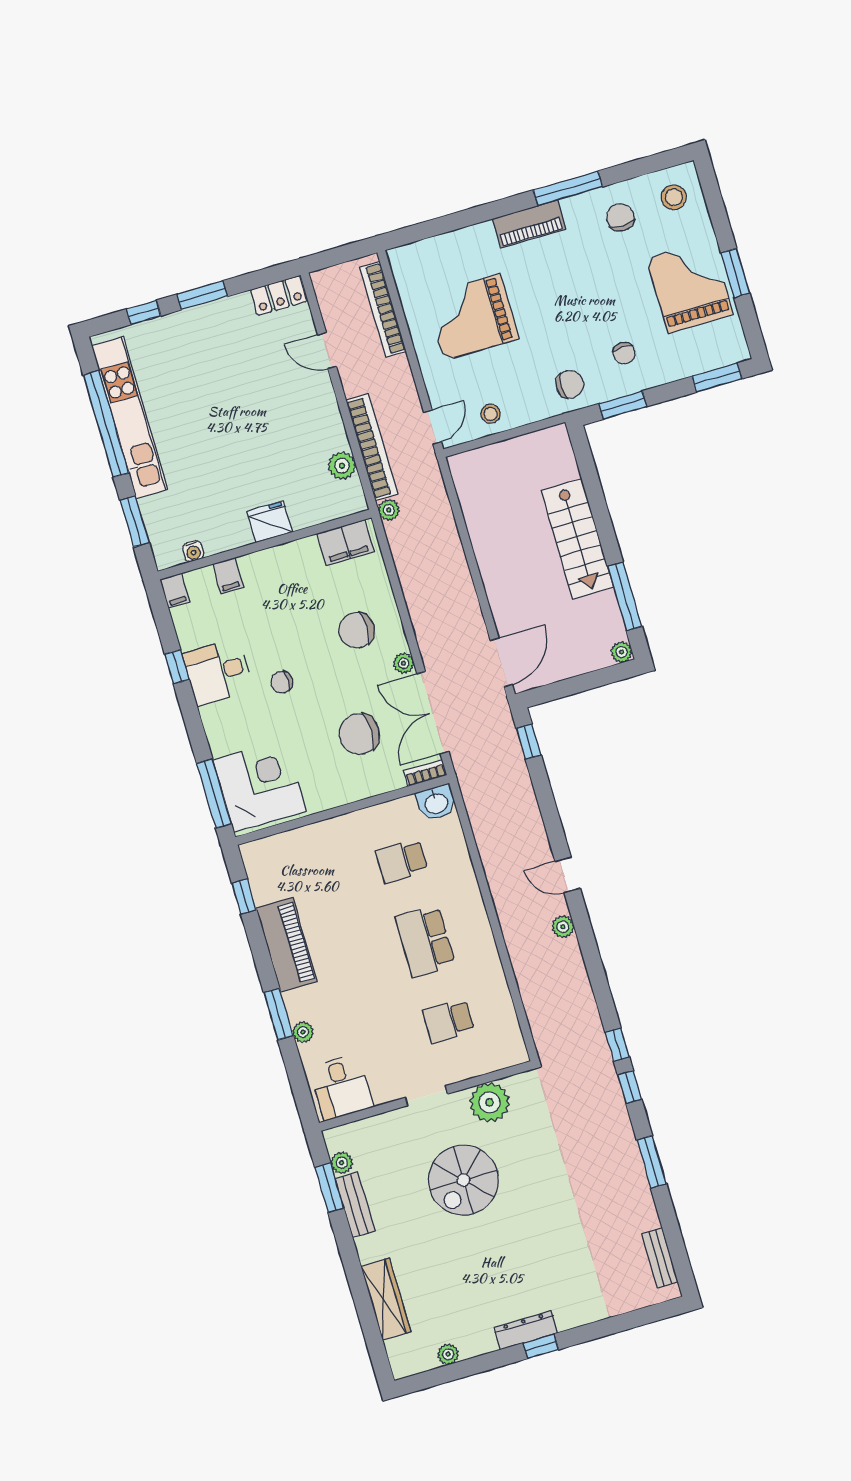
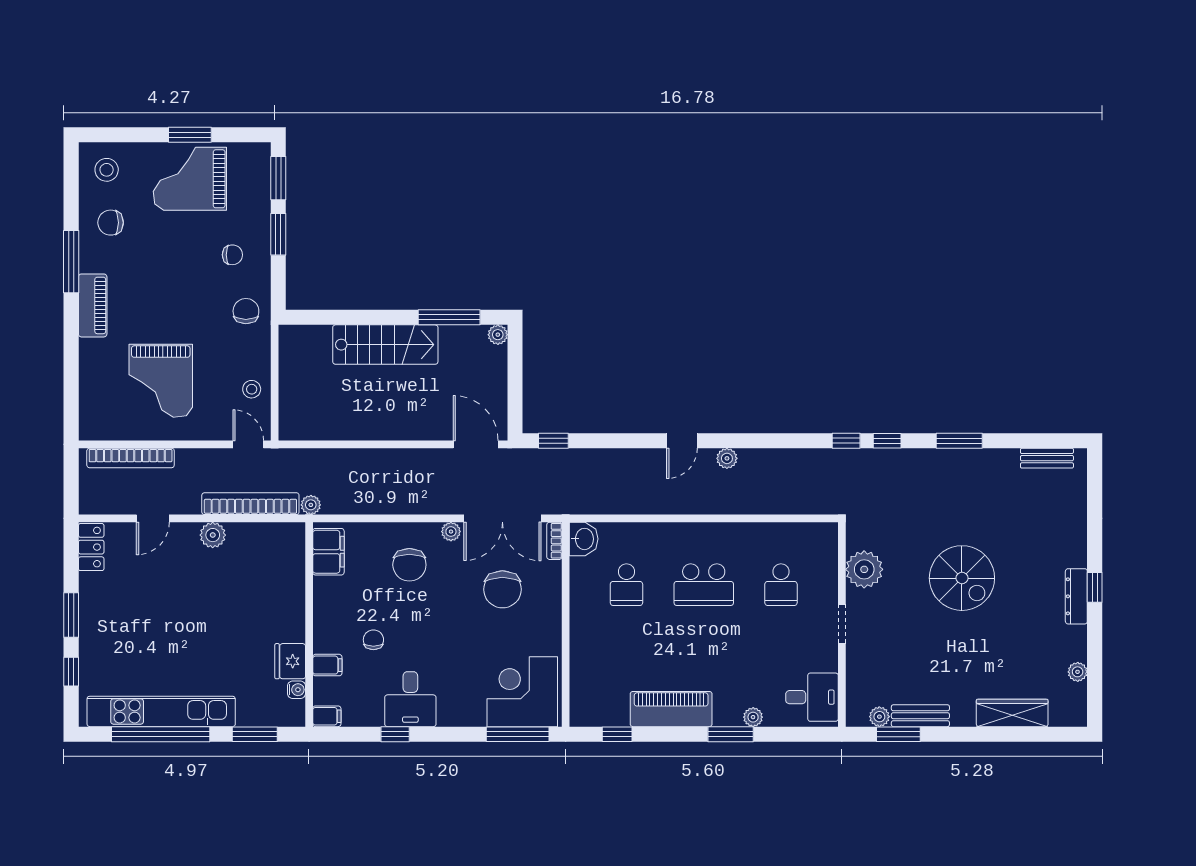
window: (623, 405) -> (278, 234), moved
plant: (342, 466) -> (213, 535), moved
fridge: (270, 522) -> (290, 661), moved
chair: (282, 682) -> (373, 640), moved, turned 180
spiral stairs: (463, 1180) -> (962, 578), moved

